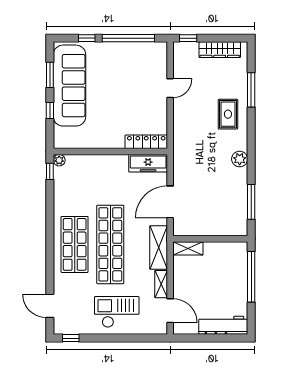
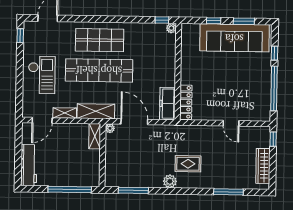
rug: (228, 114) -> (188, 164), moved
plant: (178, 231) -> (110, 128), added

